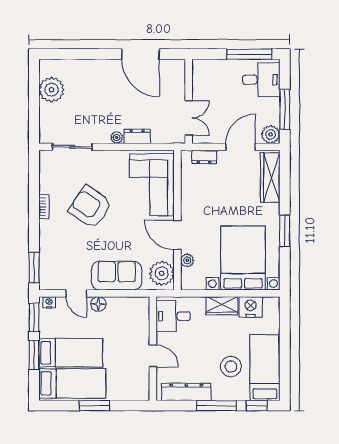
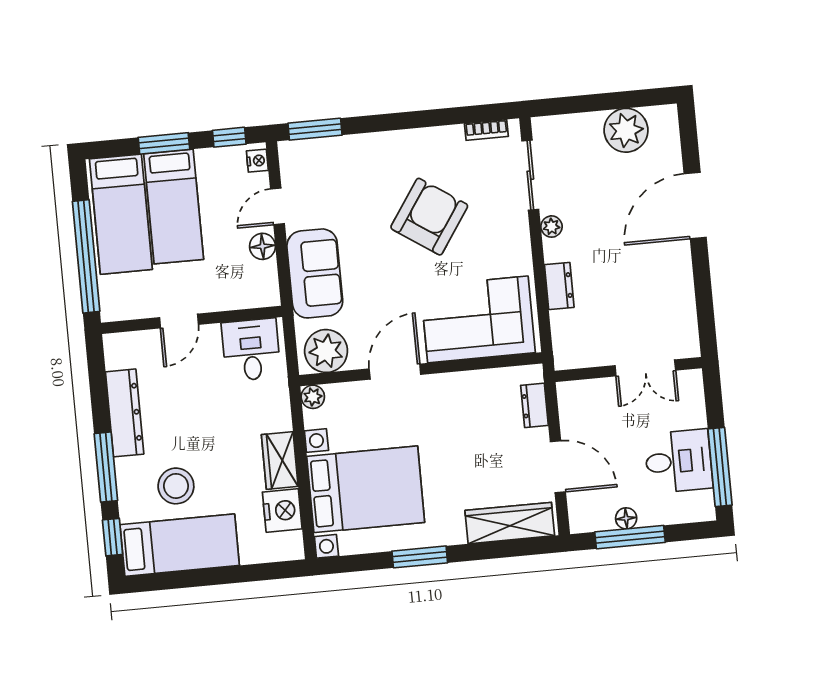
door: (141, 54) -> (695, 206), moved
desk: (261, 80) -> (678, 461), moved, turned -90
floor lamp: (274, 111) -> (626, 518), added
double door: (189, 118) -> (645, 368), moved
plant: (271, 134) -> (584, 517), removed
plant: (117, 138) -> (551, 227), moved
bookcase: (44, 207) -> (486, 130), moved
plant: (187, 260) -> (313, 397), moved
desk: (173, 316) -> (251, 350), moved
window: (34, 317) -> (229, 137), width x0.67
wall: (153, 349) -> (192, 320), moved
door: (153, 356) -> (179, 321), moved
window: (95, 406) -> (86, 256), width x2.11

